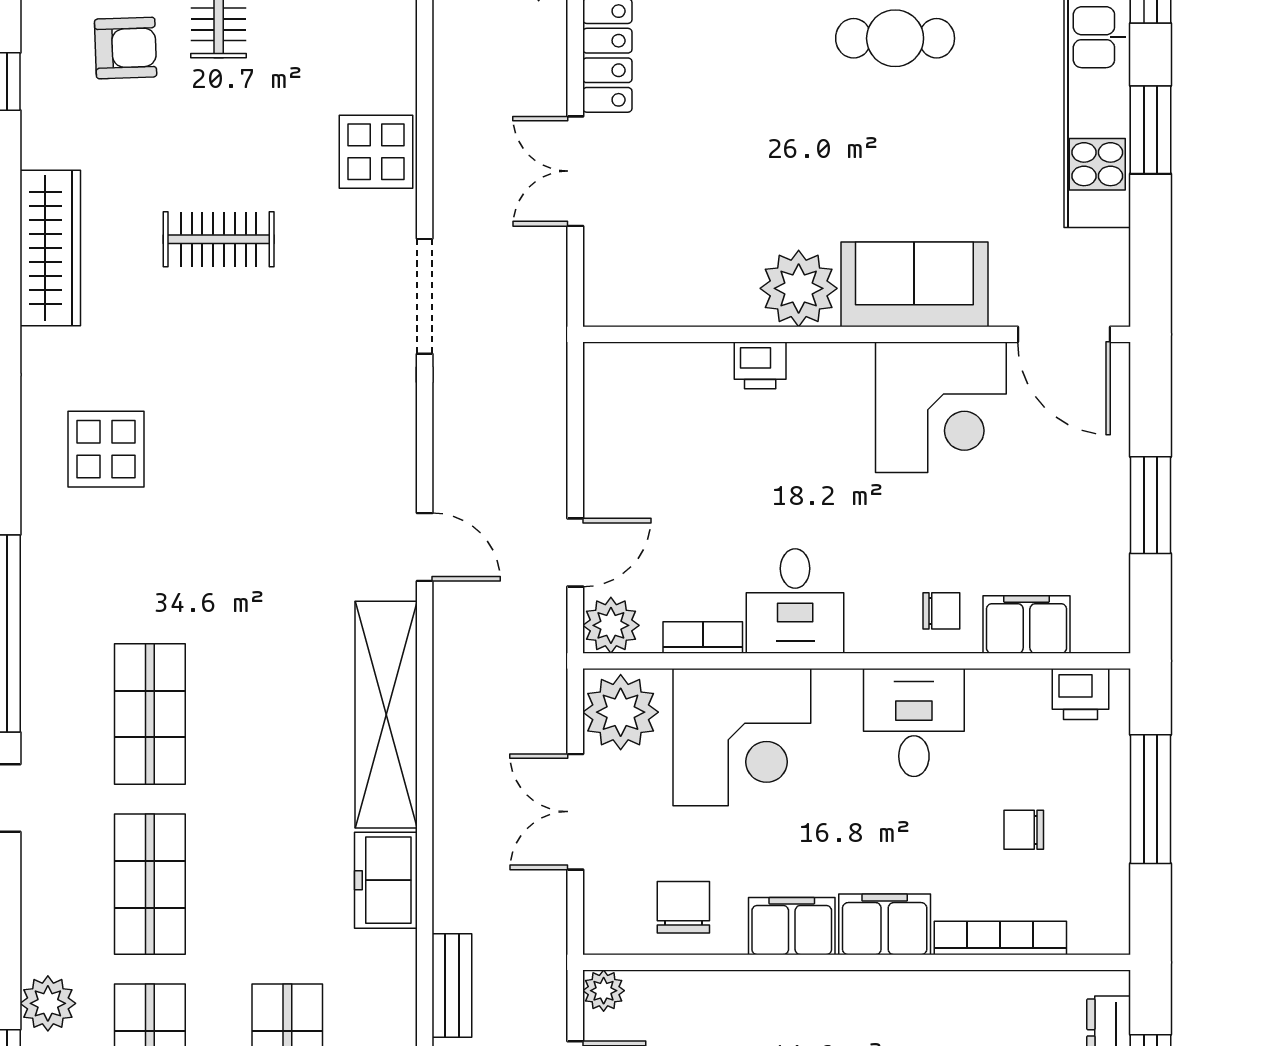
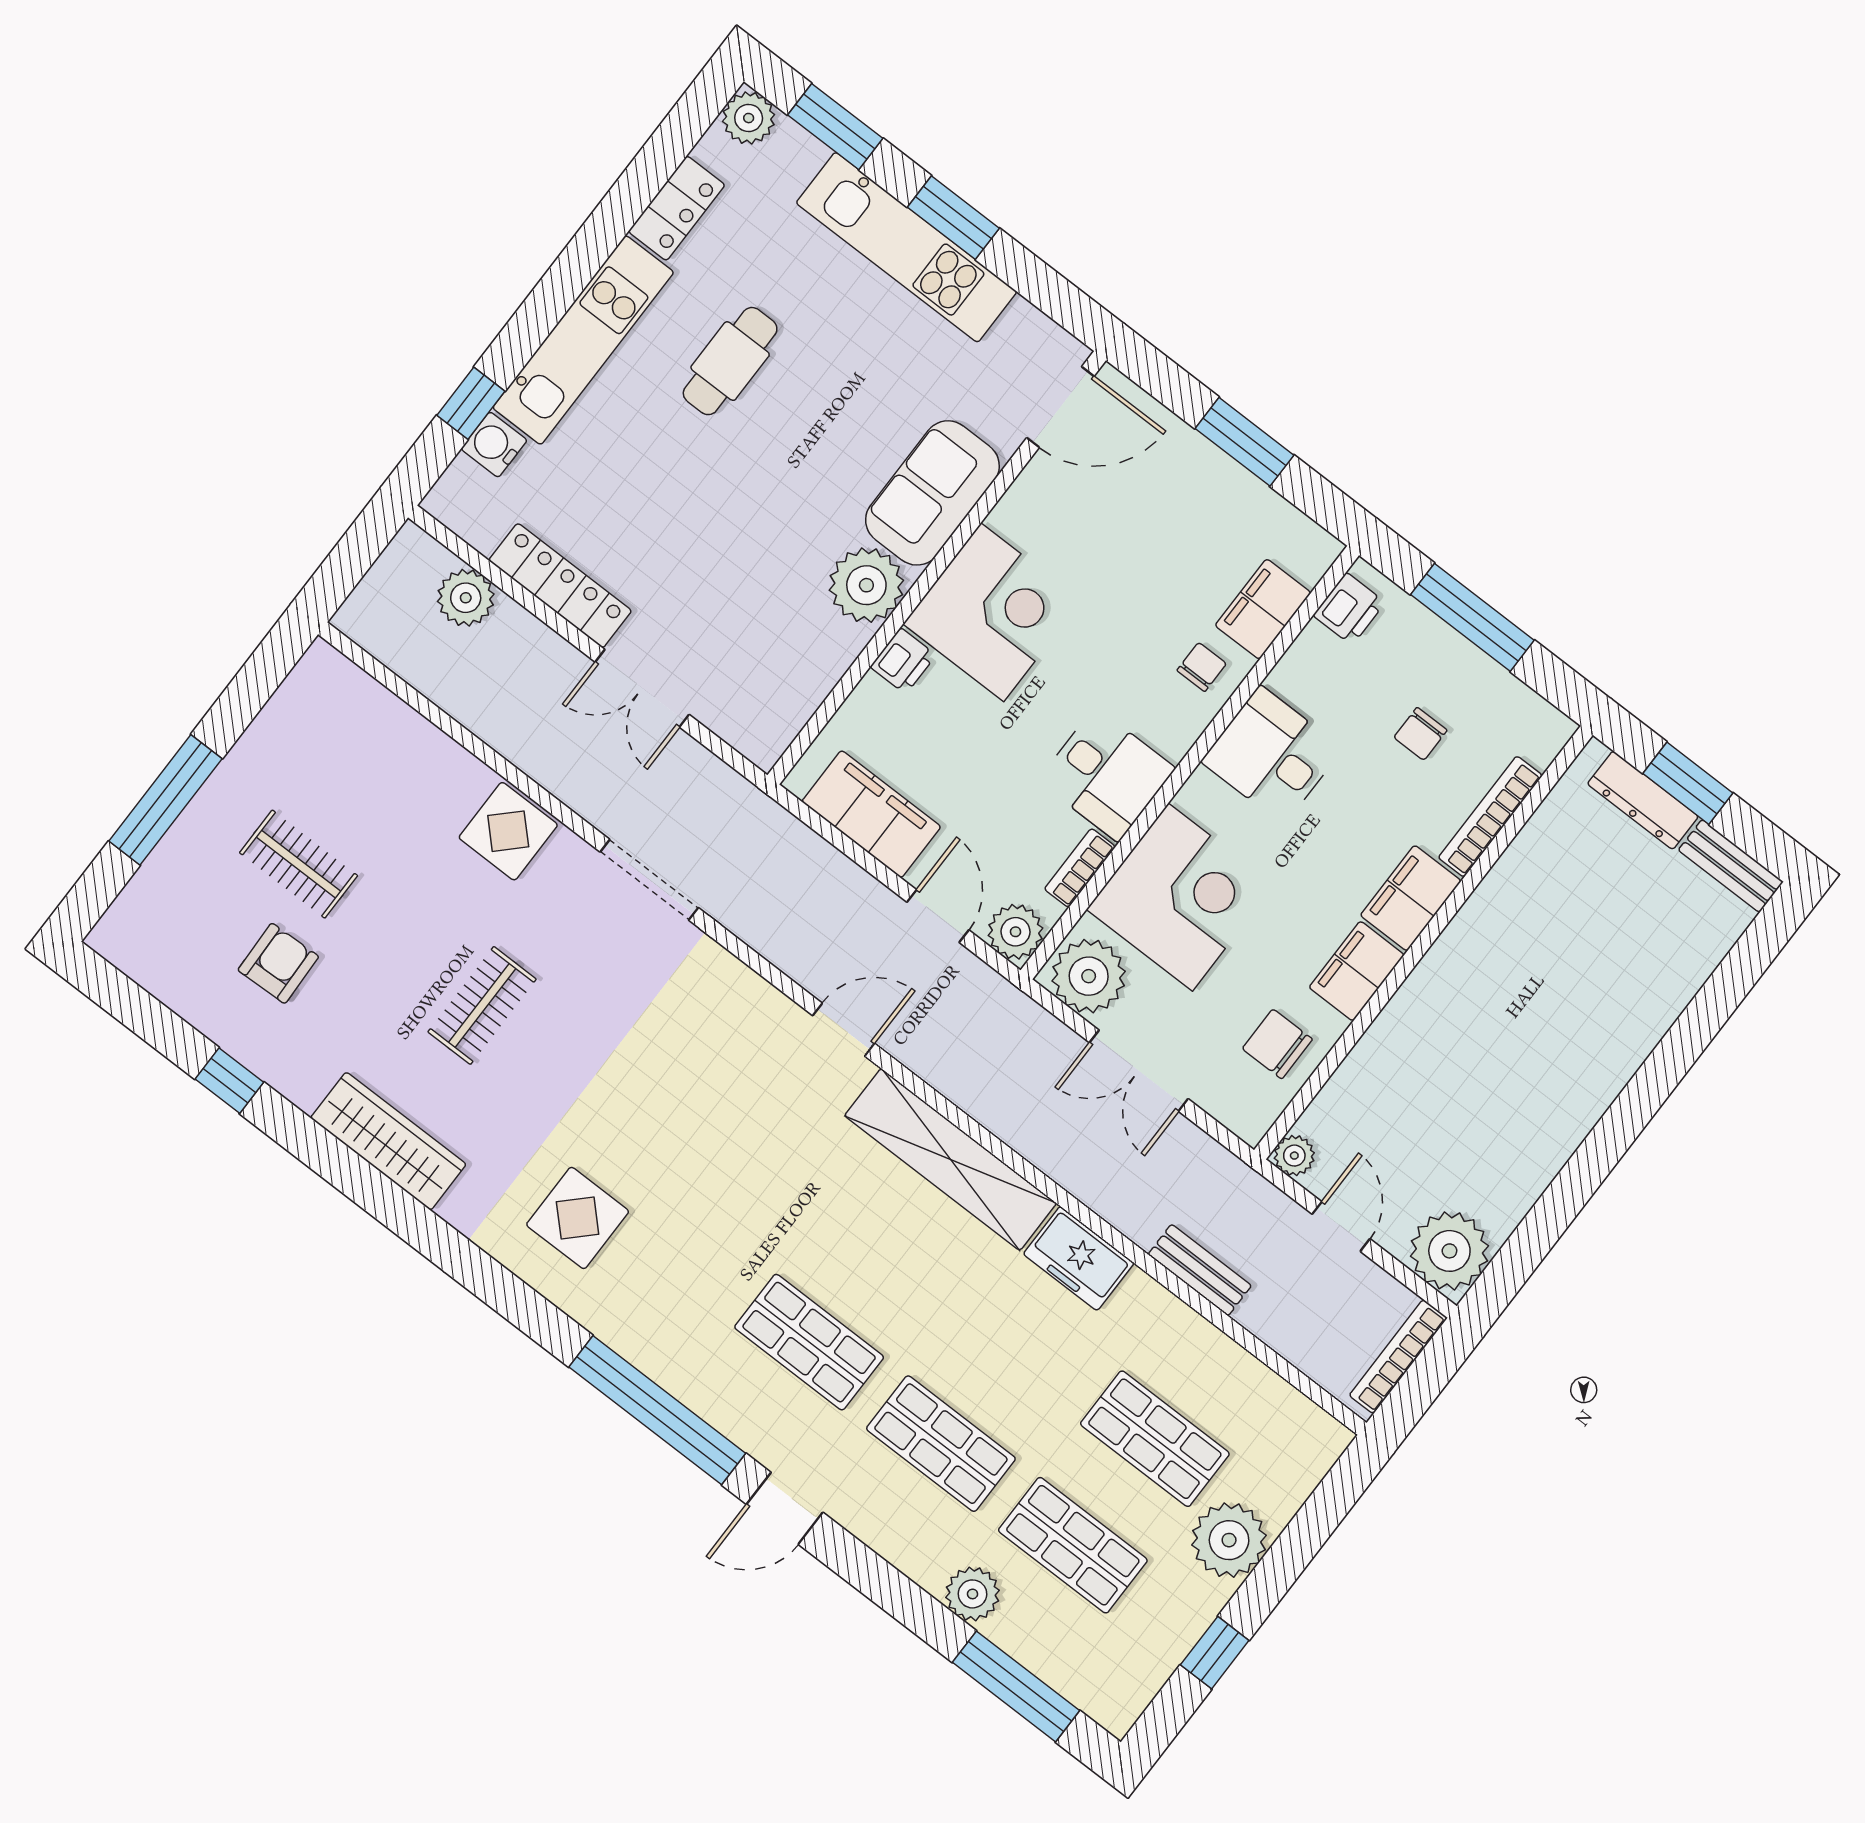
corner desk: (941, 407) -> (992, 612), moved
filing cabinet: (616, 435) -> (871, 814), added

